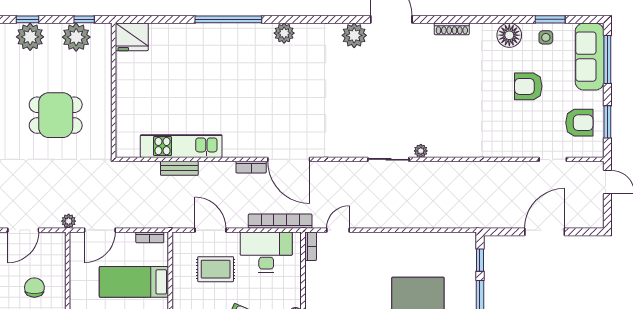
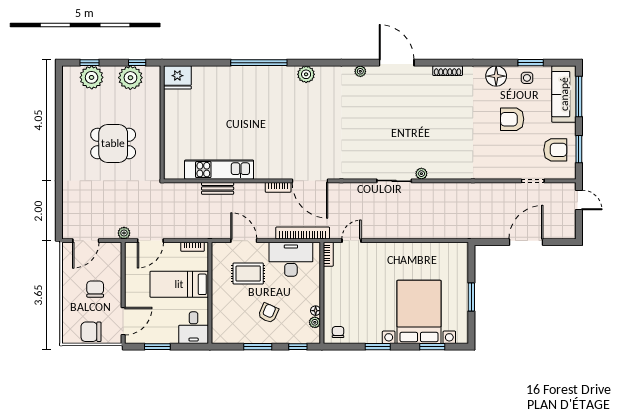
plant: (354, 35) -> (360, 71), width x0.53, depth x0.53
window: (480, 260) -> (471, 266), removed

